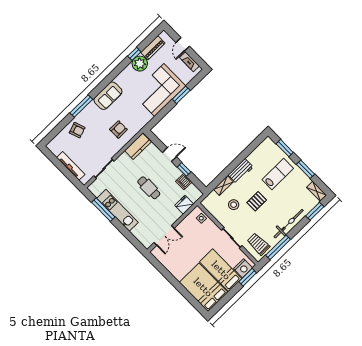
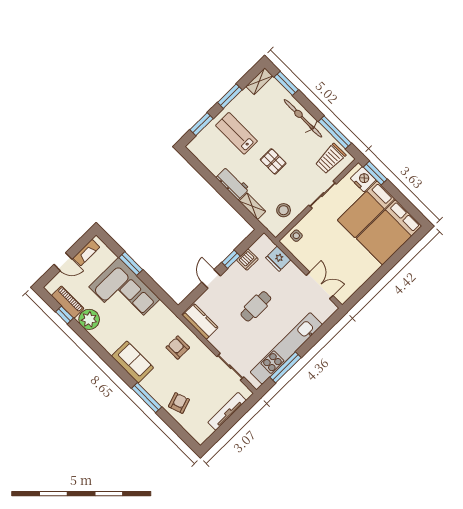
window: (134, 54) -> (64, 315), moved
stool: (234, 205) -> (284, 210), moved
kitchen unit: (117, 210) -> (286, 348), width x1.36

